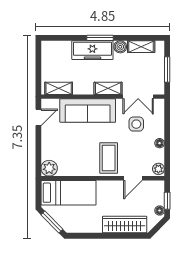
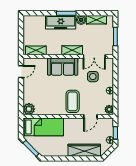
sofa: (88, 111) -> (63, 67), width x0.73

